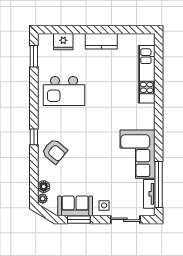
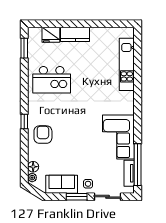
kitchen counter: (101, 41) -> (75, 34), moved
armchair: (54, 151) -> (43, 135), turned -130
window: (79, 220) -> (77, 197), moved

